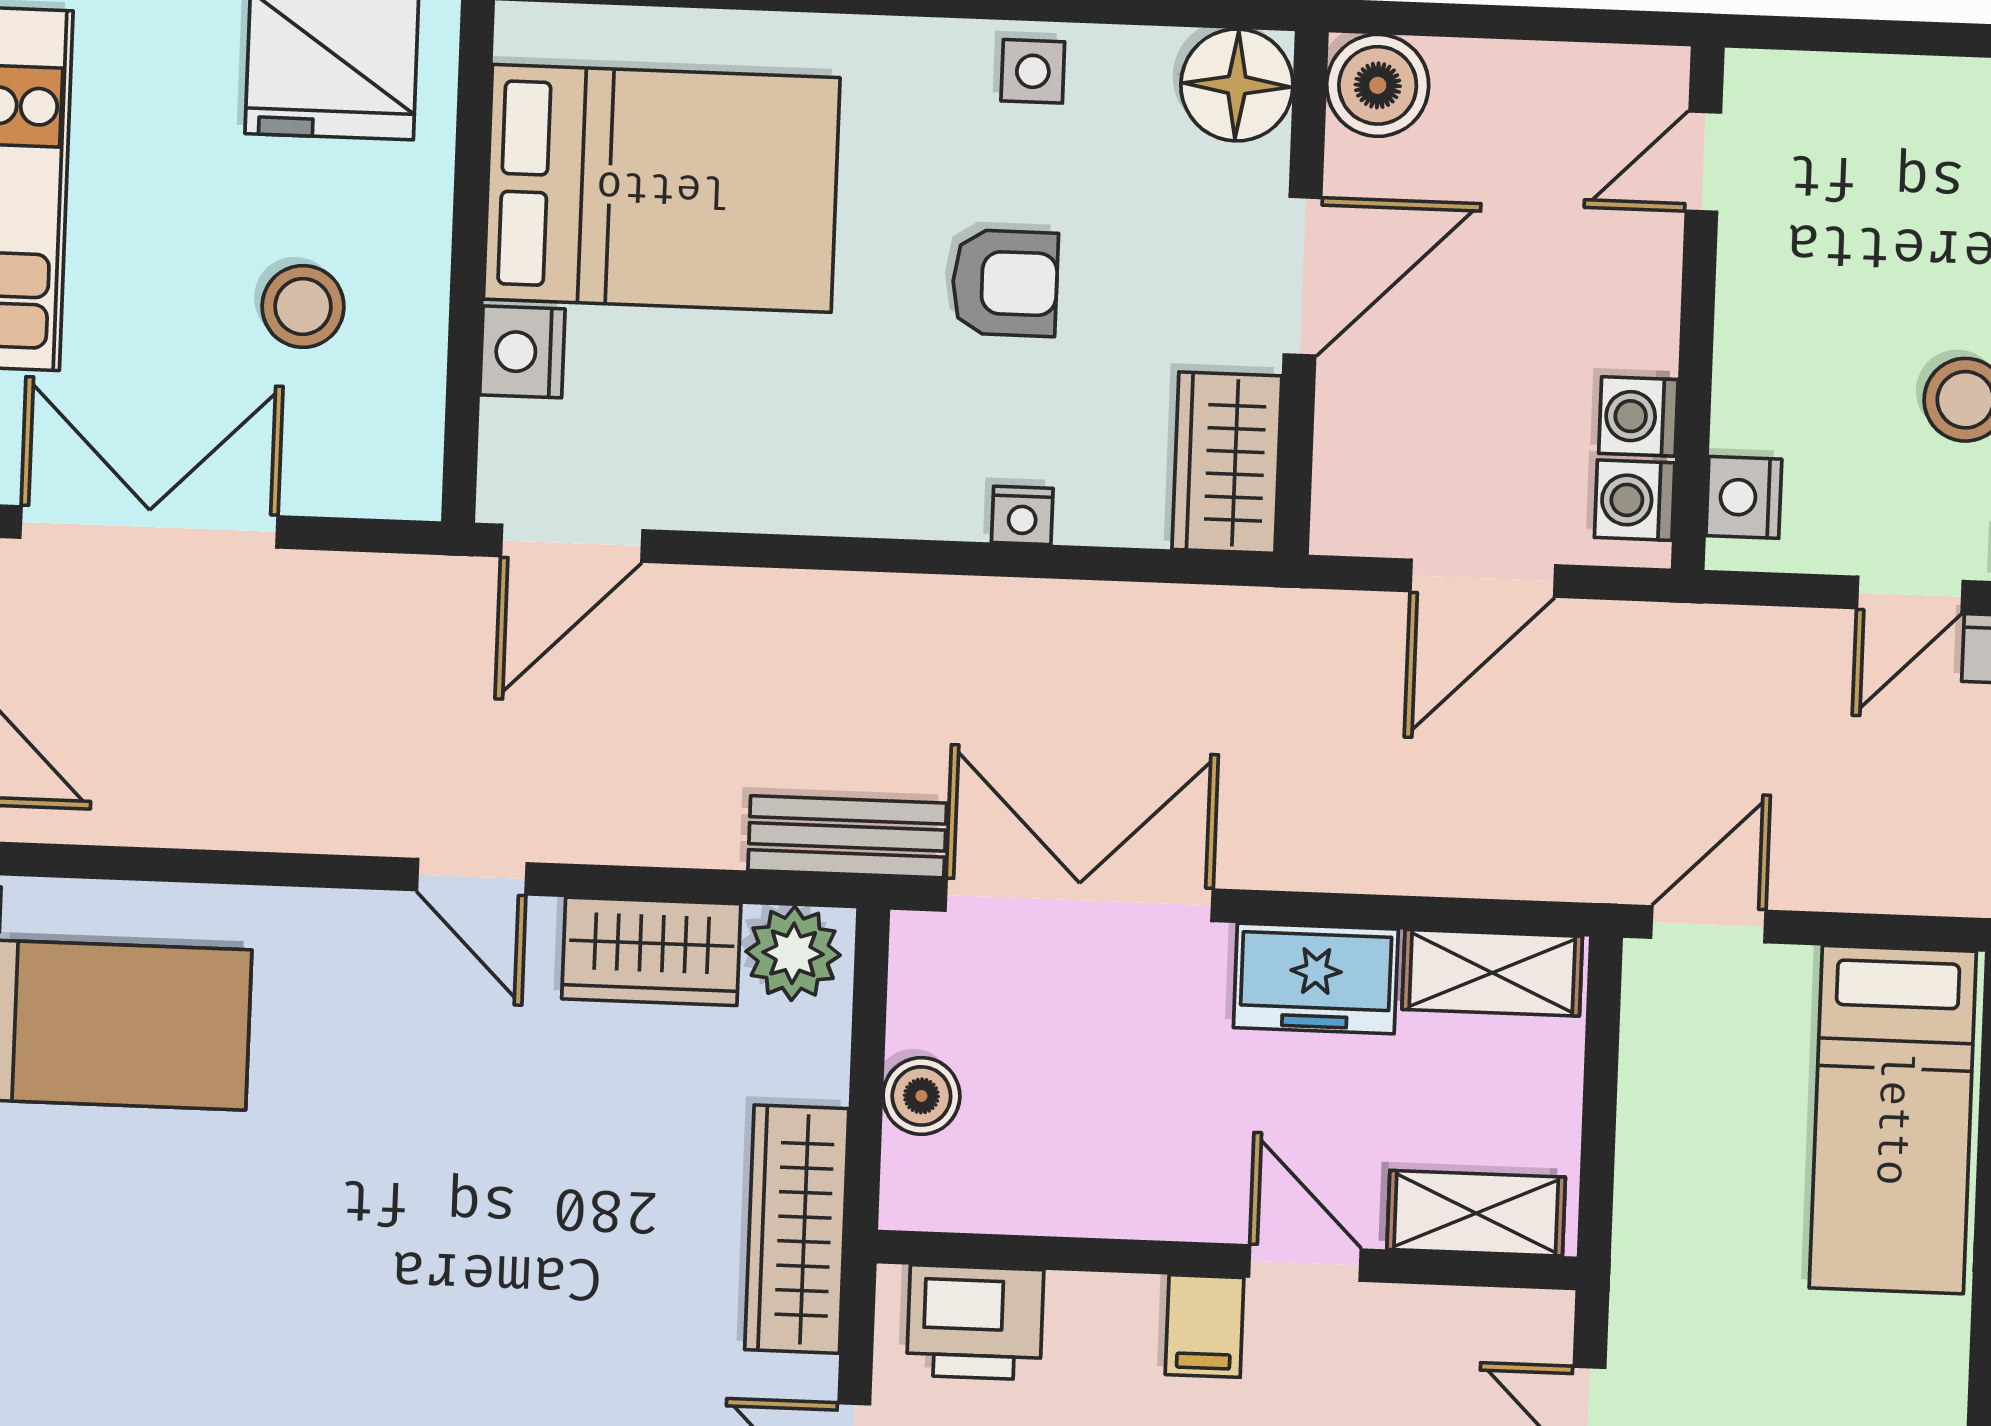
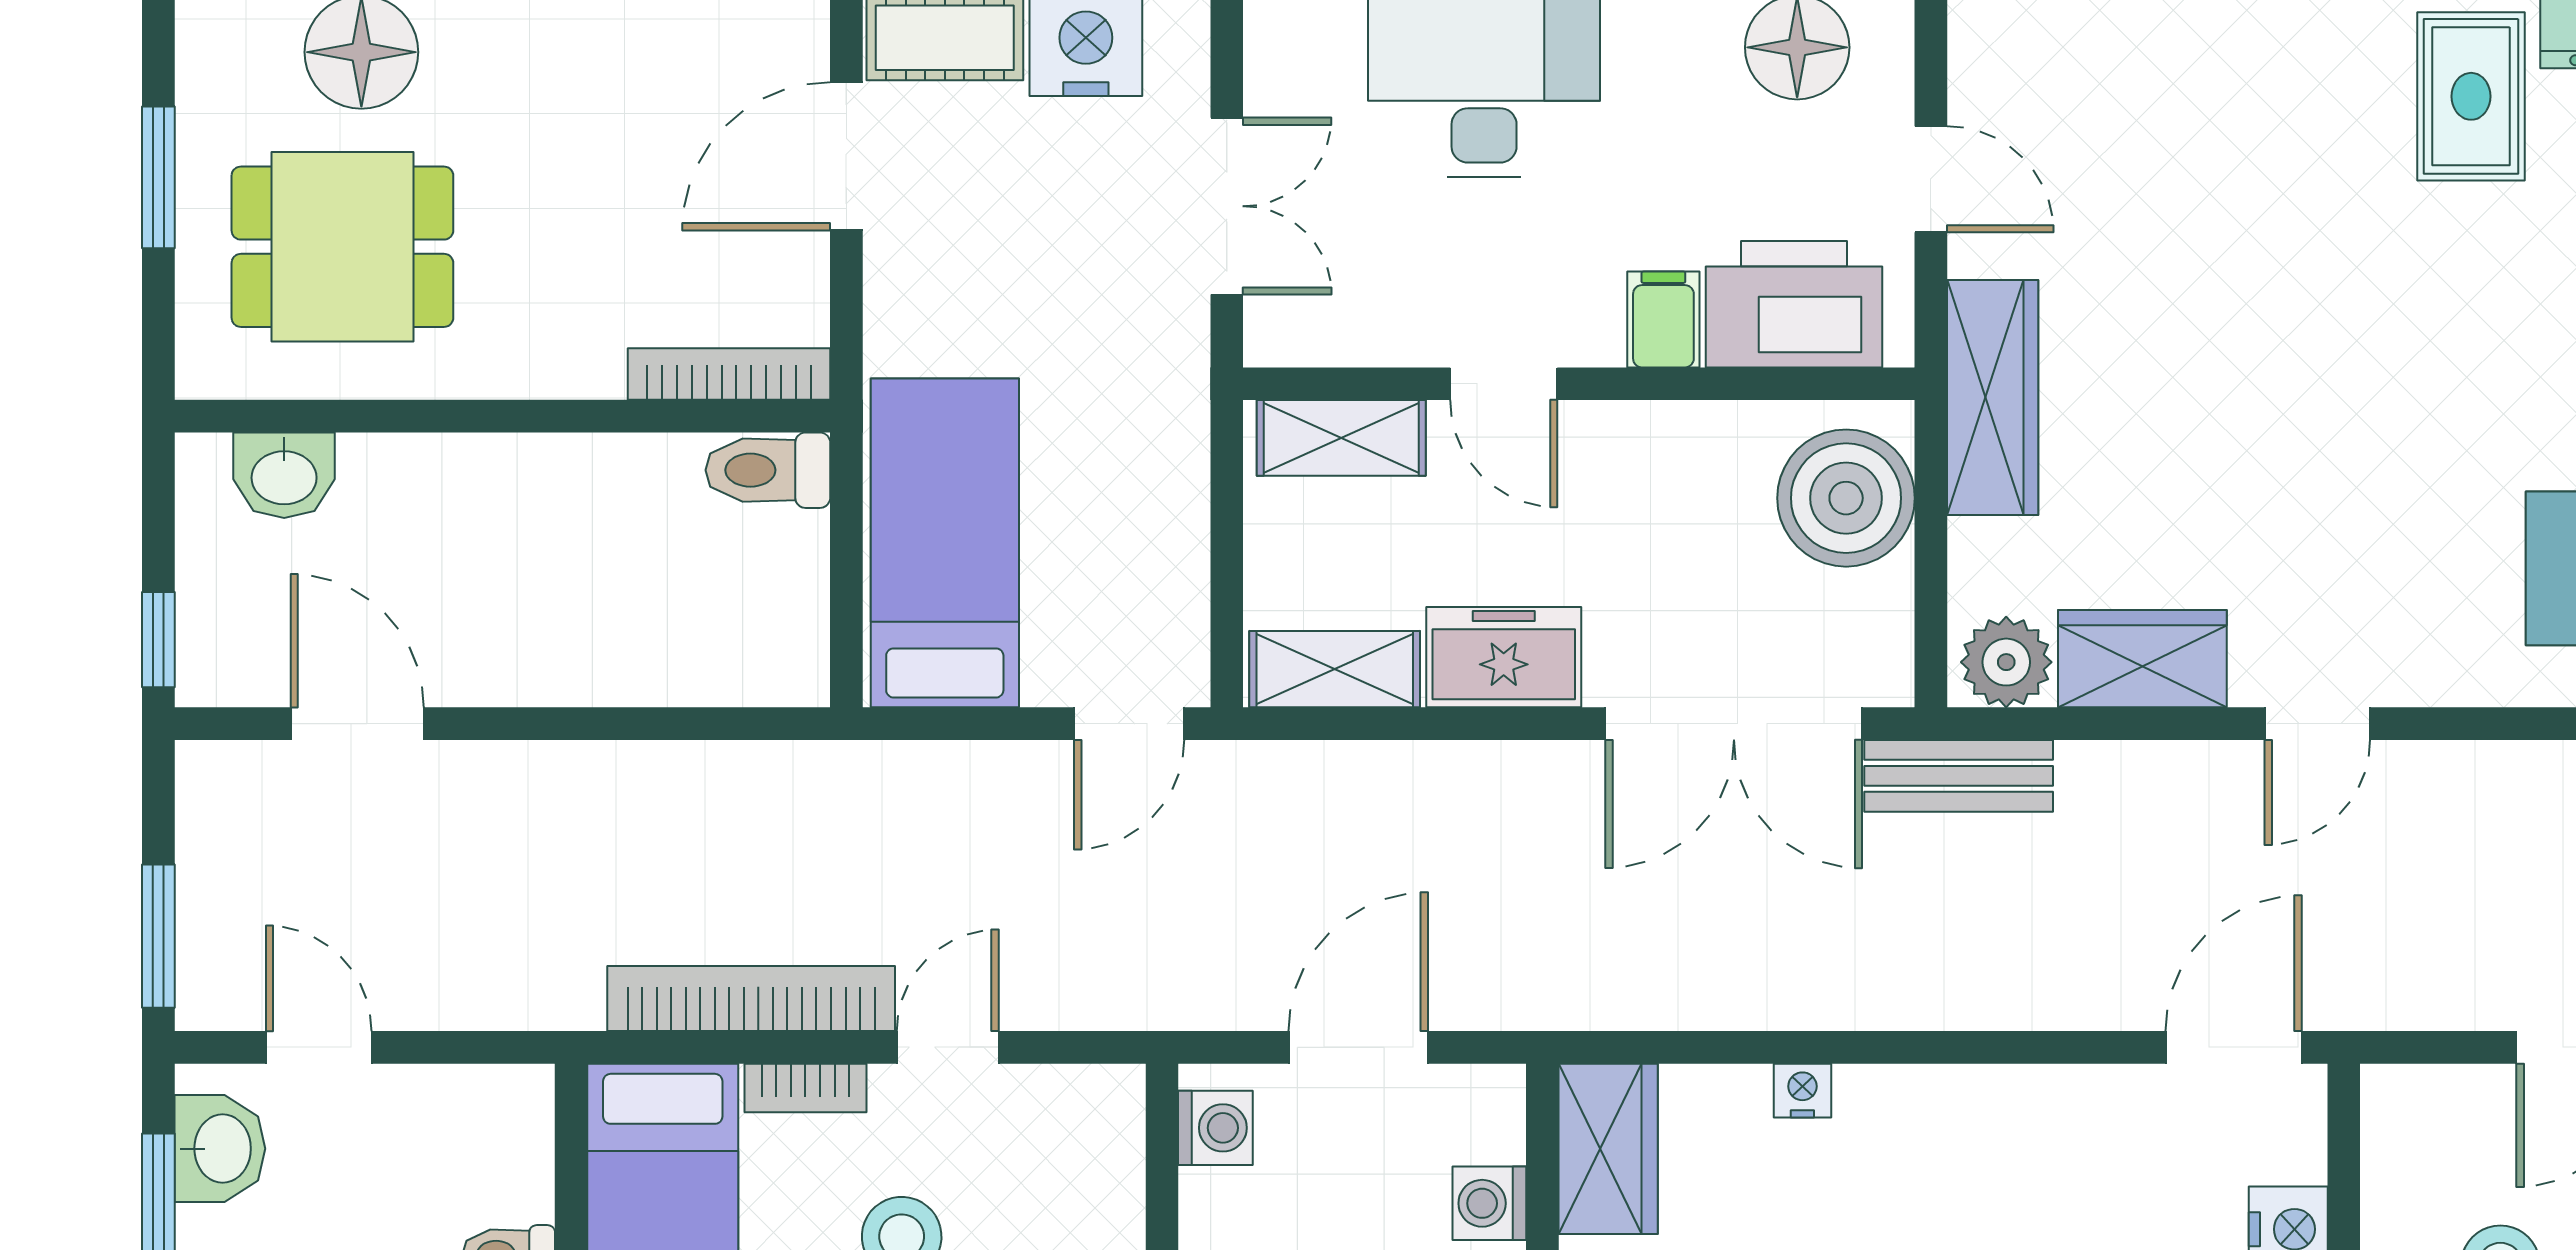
washing machine: (1638, 416) -> (1489, 1203), moved, turned 180
nightstand: (1744, 497) -> (1111, 1135), removed
door: (472, 877) -> (2317, 724), swing flipped
boiler: (921, 1096) -> (1846, 498), width x1.86, depth x1.86
printer: (975, 1322) -> (1794, 304), width x1.37, depth x1.19
filing cabinet: (1205, 1326) -> (1663, 320), moved

